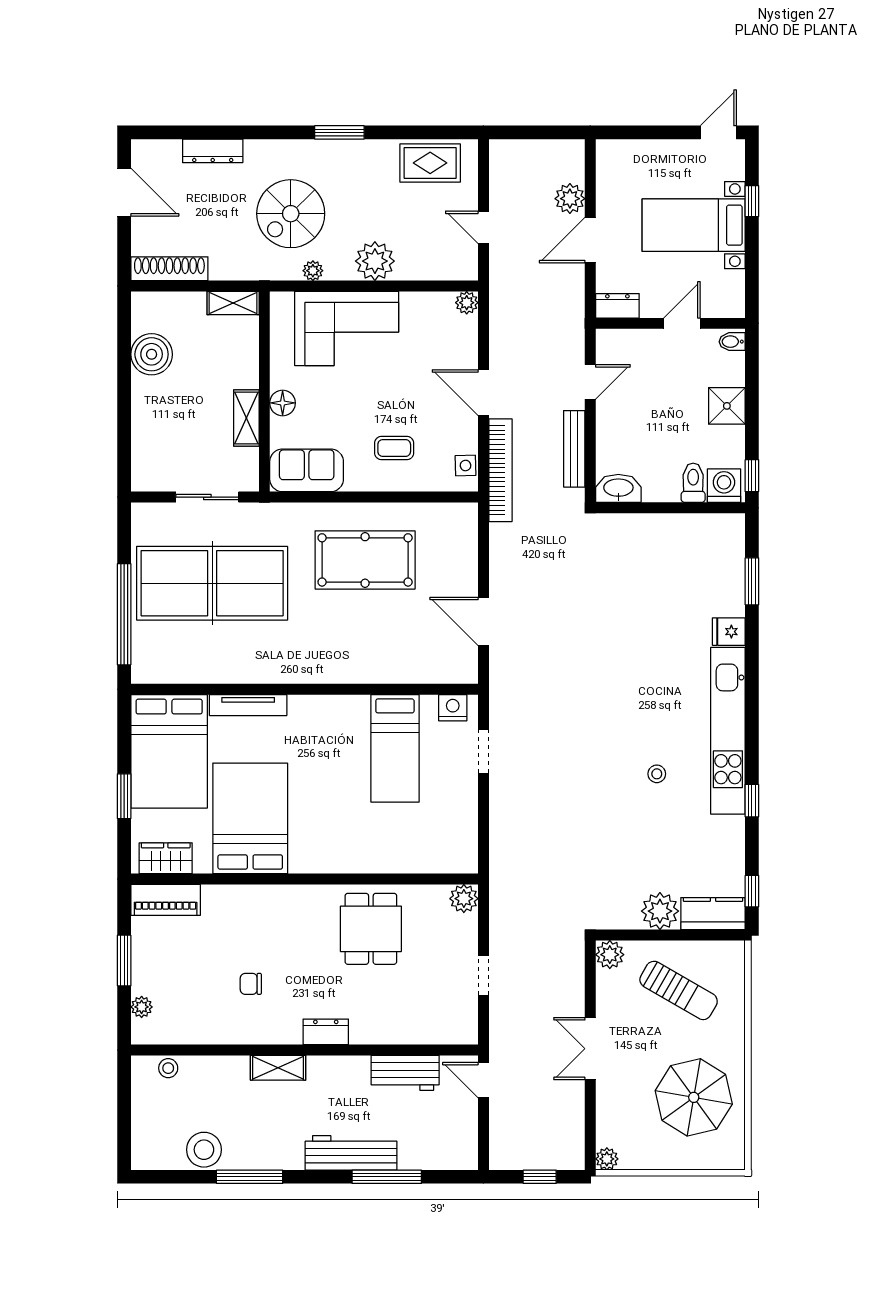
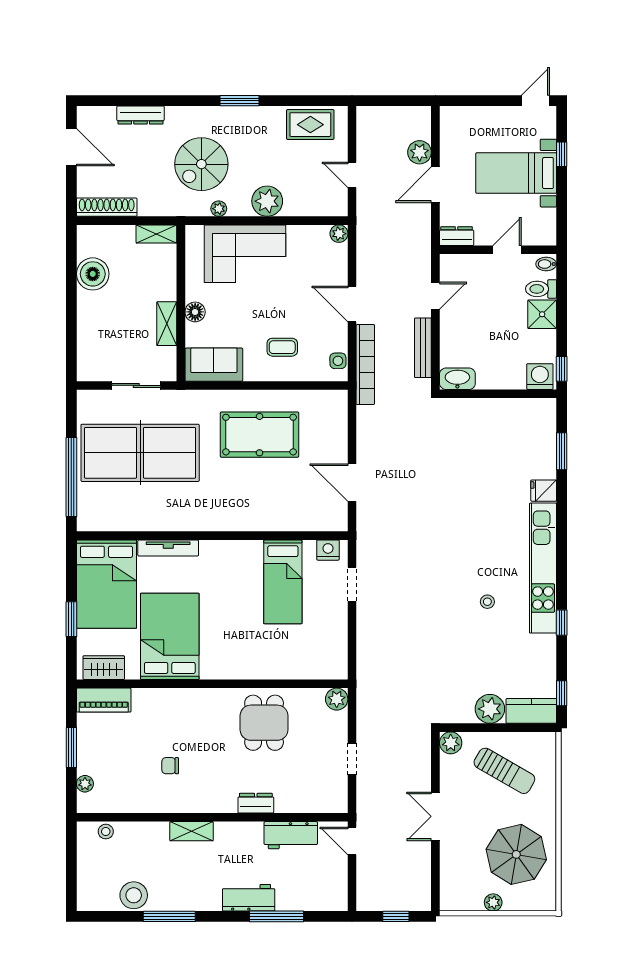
toilet: (693, 483) -> (541, 289), moved, turned -90
dresser: (326, 1032) -> (256, 803), moved
workbench: (351, 1153) -> (249, 898), width x0.73
plant: (607, 1159) -> (493, 902), moved

